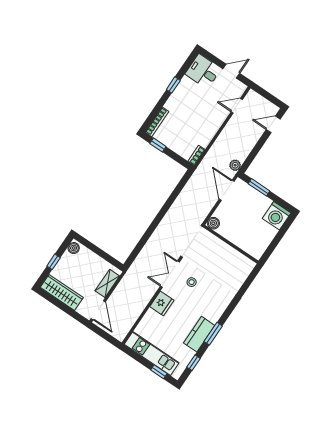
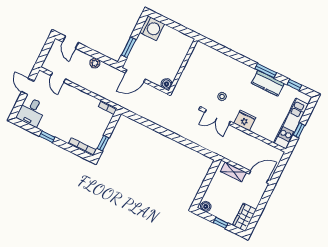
plant: (235, 165) -> (95, 63), moved
wardrobe: (62, 292) -> (244, 217), width x0.67
window: (159, 372) -> (299, 130), moved

